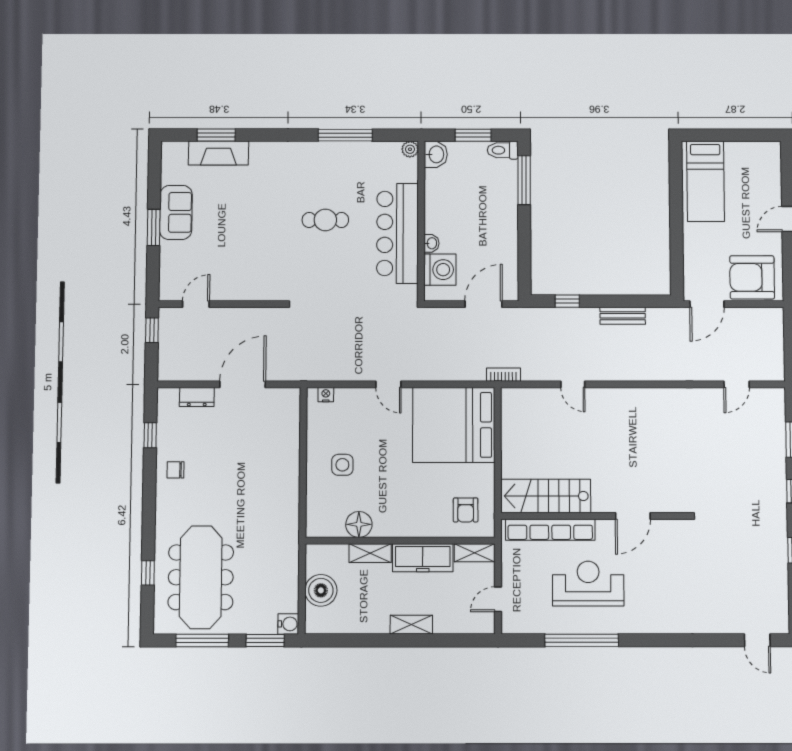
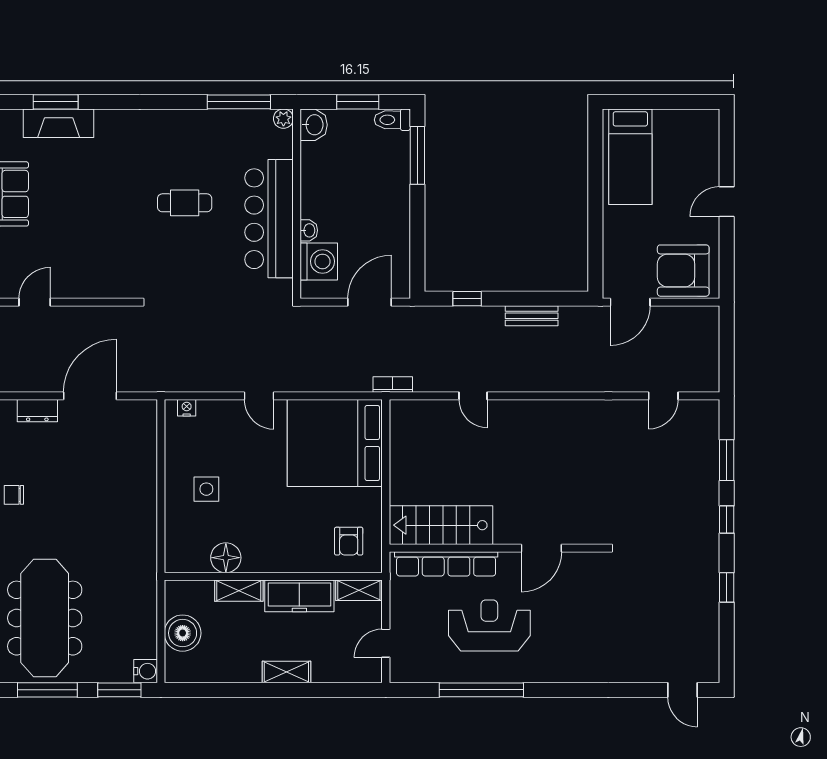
window: (345, 135) -> (239, 102), moved

